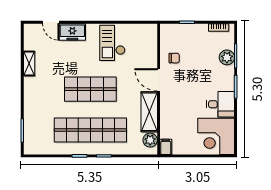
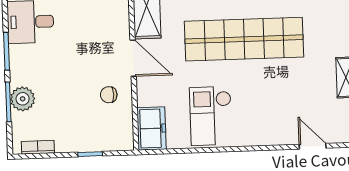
freezer: (72, 32) -> (152, 128), moved, turned 90
checkout: (112, 43) -> (211, 116), turned 180
shop shelf: (90, 89) -> (244, 39), width x1.40

